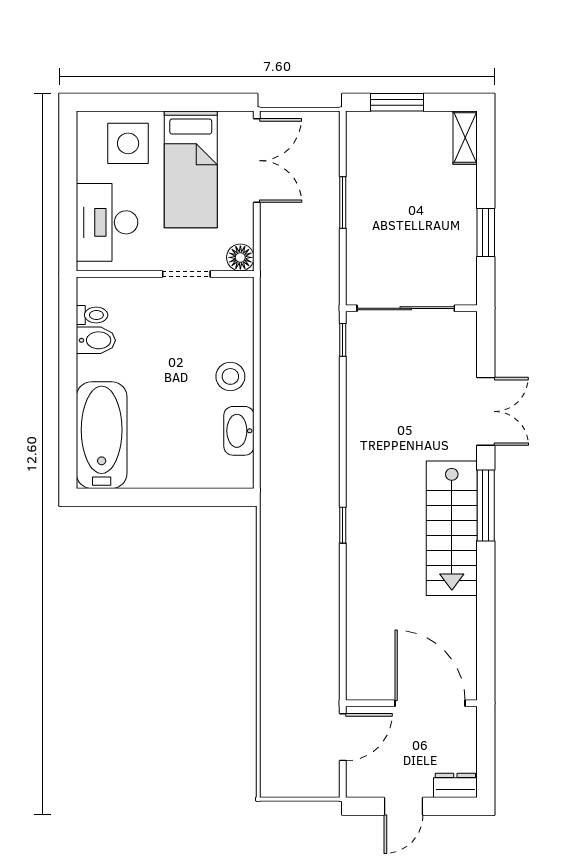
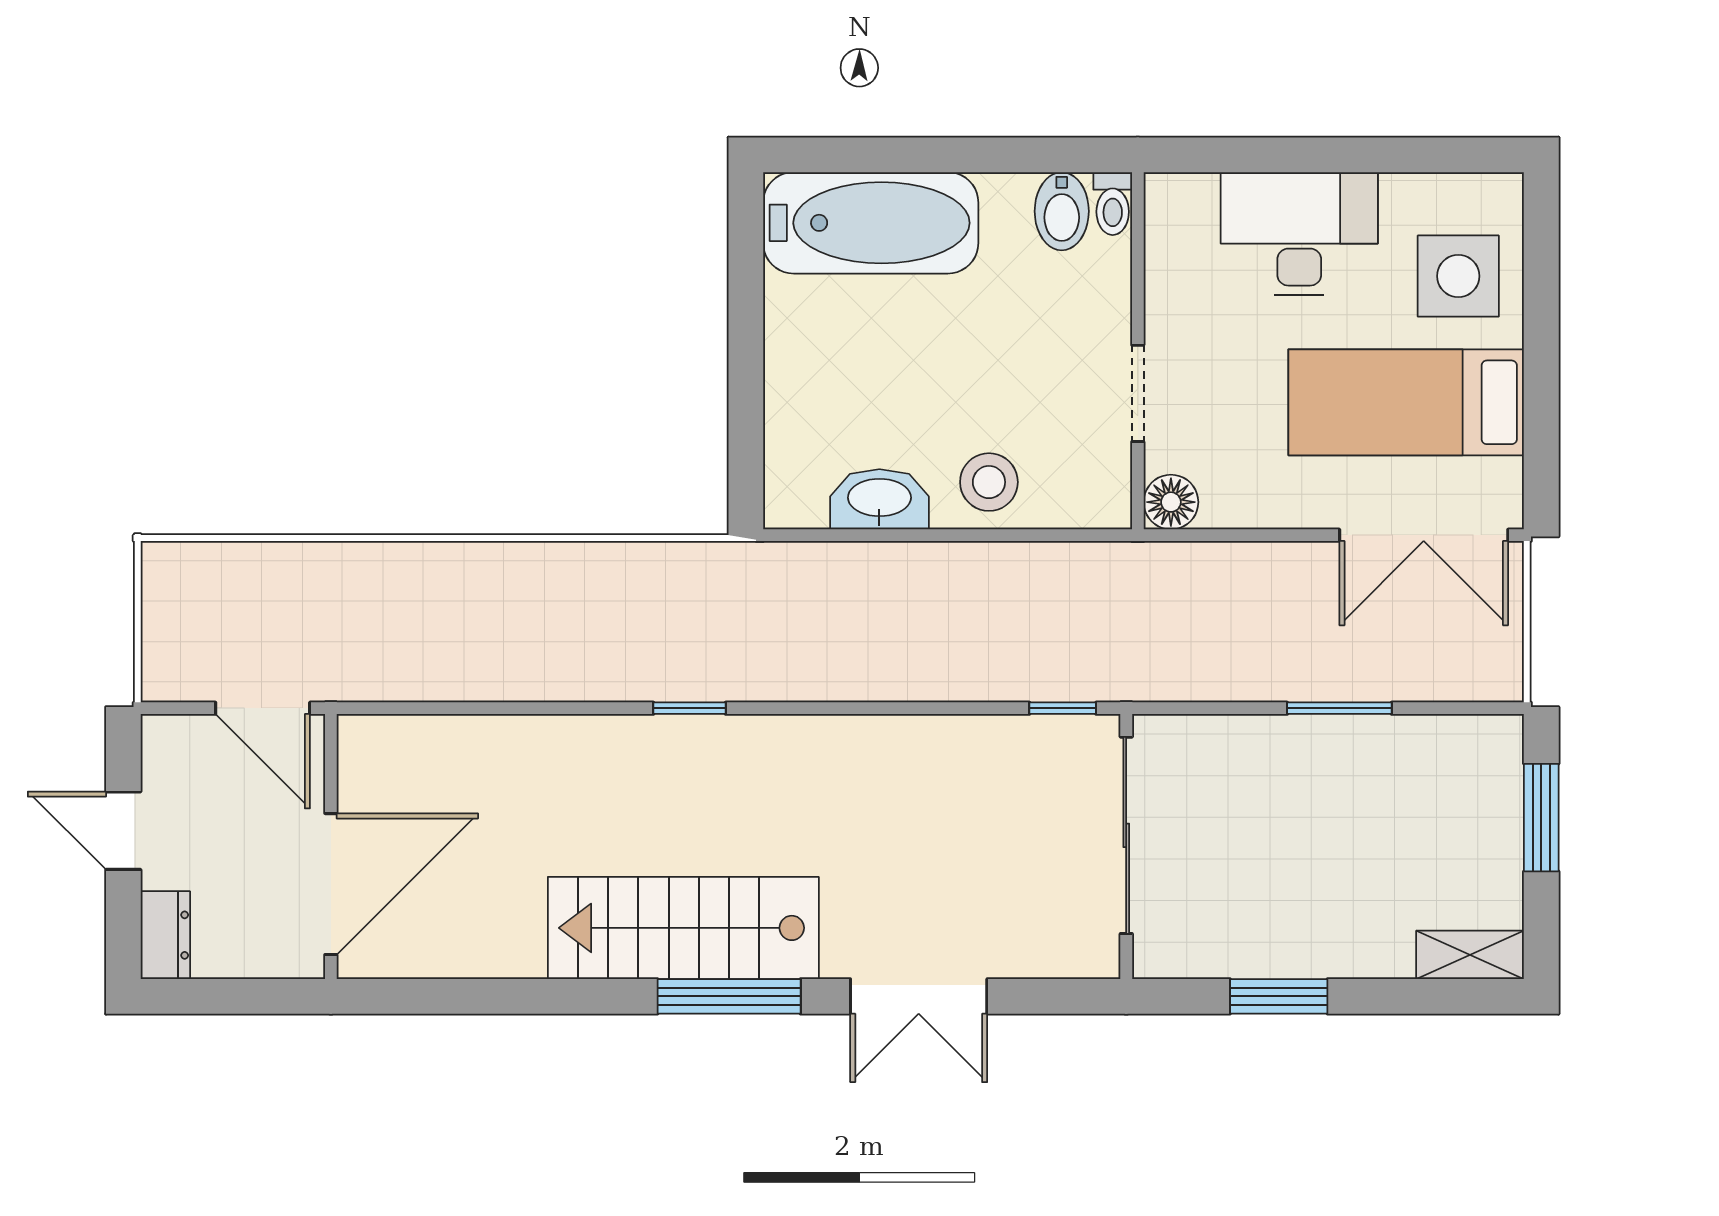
floor lamp: (240, 257) -> (1171, 502), moved
wall: (165, 274) -> (1138, 351), moved
doorway: (186, 274) -> (1138, 393), moved

